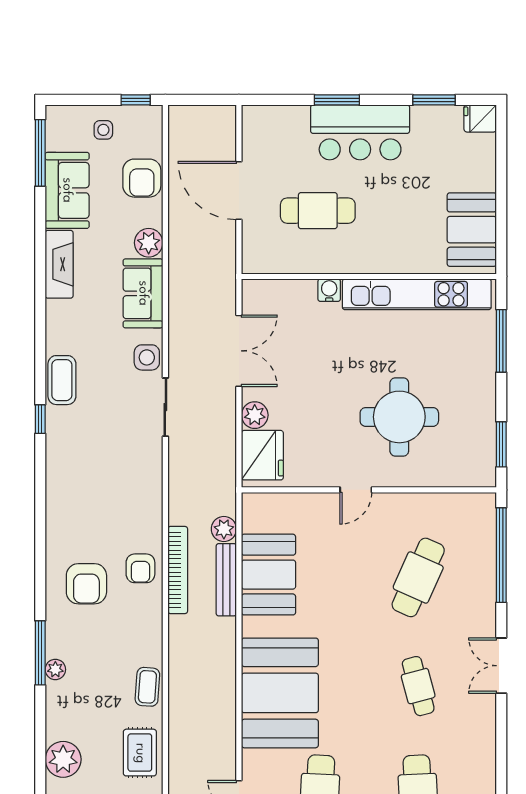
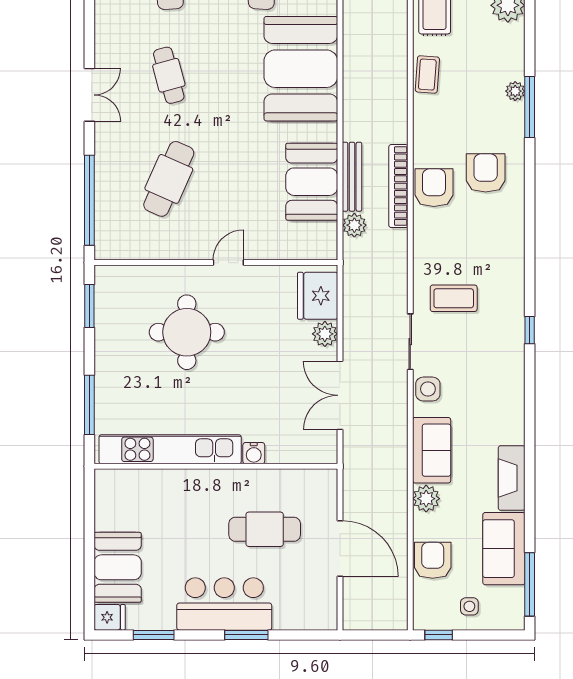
booth: (472, 230) -> (118, 567), moved
coffee table: (62, 380) -> (454, 298), moved, turned 90
armchair: (140, 568) -> (434, 188), width x1.38, depth x1.38

